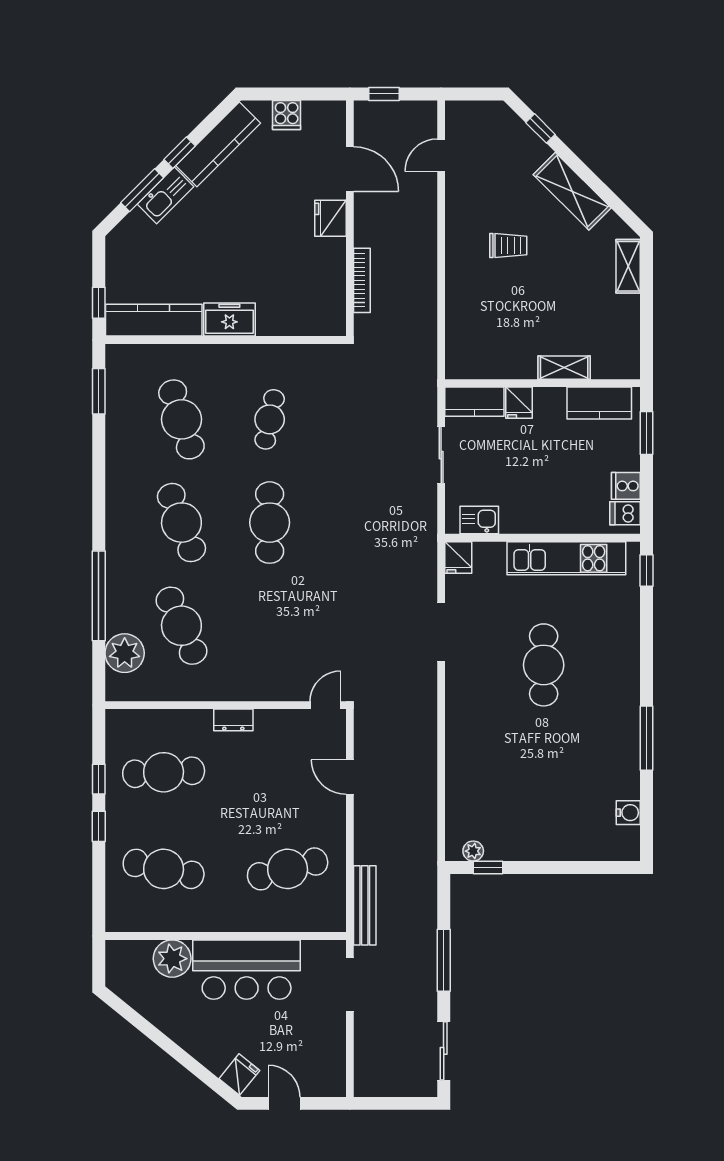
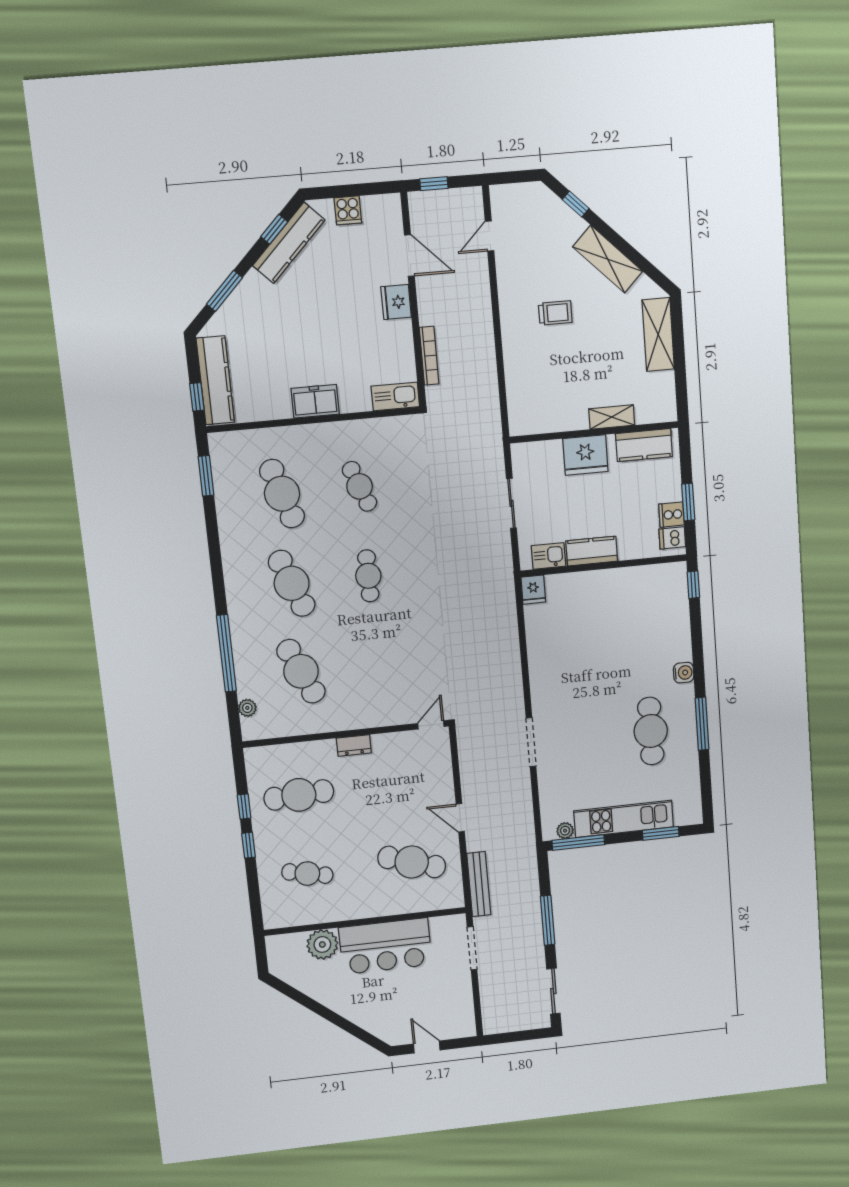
window: (180, 153) -> (274, 229), moved
kitchen sink: (166, 195) -> (395, 396), moved, turned -135
shelving: (628, 266) -> (658, 335), width x1.50, depth x1.33
kitchen counter: (154, 320) -> (215, 380), moved, turned 90
kitchen counter: (474, 402) -> (592, 551), moved, turned 180
fridge: (519, 403) -> (585, 455), width x1.88, depth x1.34
cafe table: (270, 419) -> (360, 486), turned -33
window: (647, 433) -> (688, 502), moved
cafe table: (270, 523) -> (368, 576), width x0.73, depth x0.74
kitchen unit: (566, 558) -> (624, 819), moved, turned 180
doorway: (441, 632) -> (531, 742), moved
plant: (125, 653) -> (247, 708), width x0.53, depth x0.53
cafe table: (544, 665) -> (651, 731), moved
door: (350, 777) -> (460, 818), moved
water cooler: (628, 813) -> (684, 673), moved
window: (488, 867) -> (578, 842), width x2.17
window: (588, 867) -> (661, 833), added
cafe table: (164, 869) -> (307, 874), width x0.73, depth x0.74
cafe table: (288, 869) -> (412, 862), turned 33
fridge: (239, 1075) -> (388, 1029), removed

